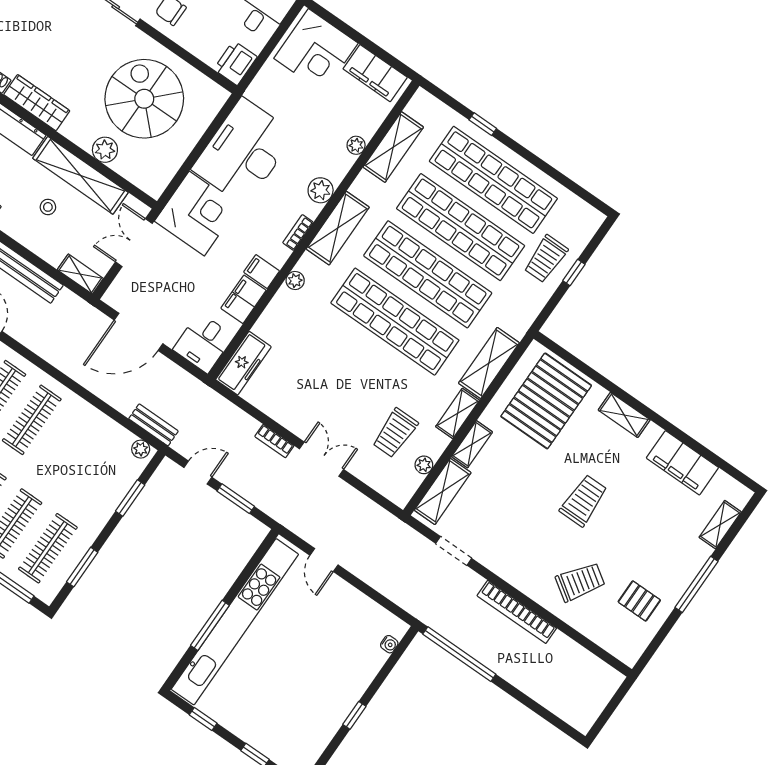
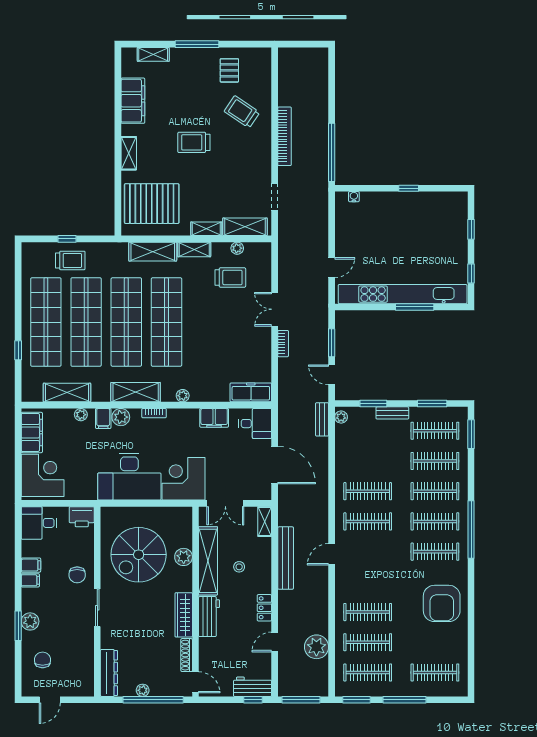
filing cabinet: (262, 272) -> (103, 418), moved
bench: (104, 513) -> (392, 413), added

